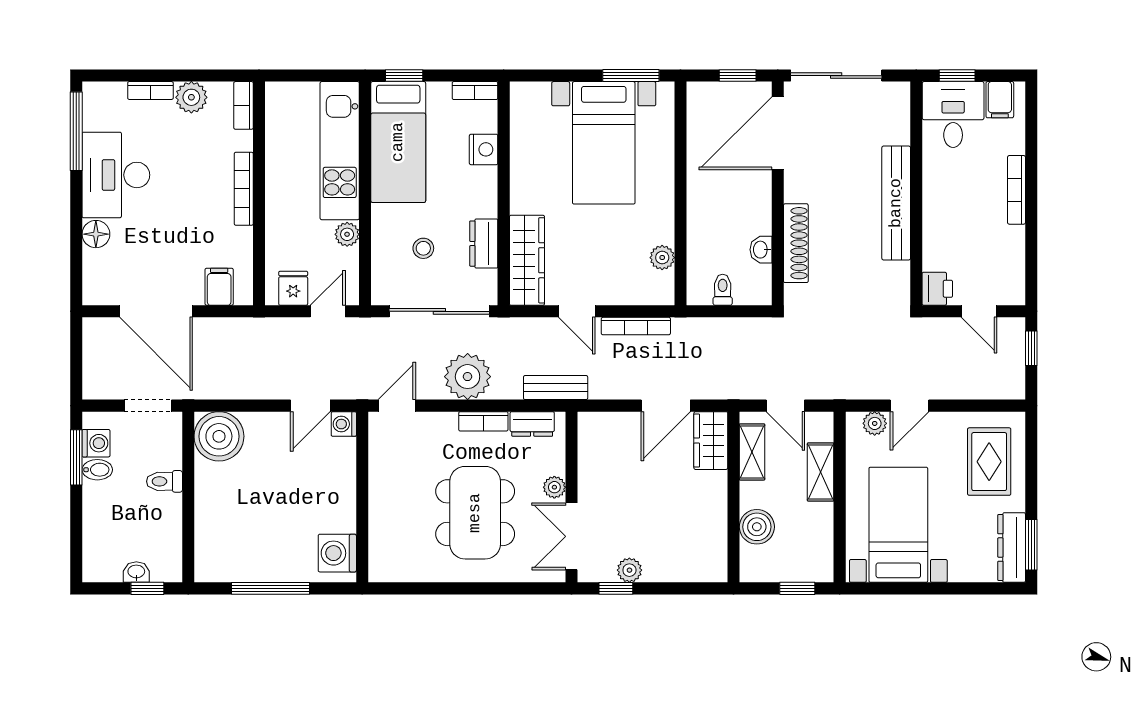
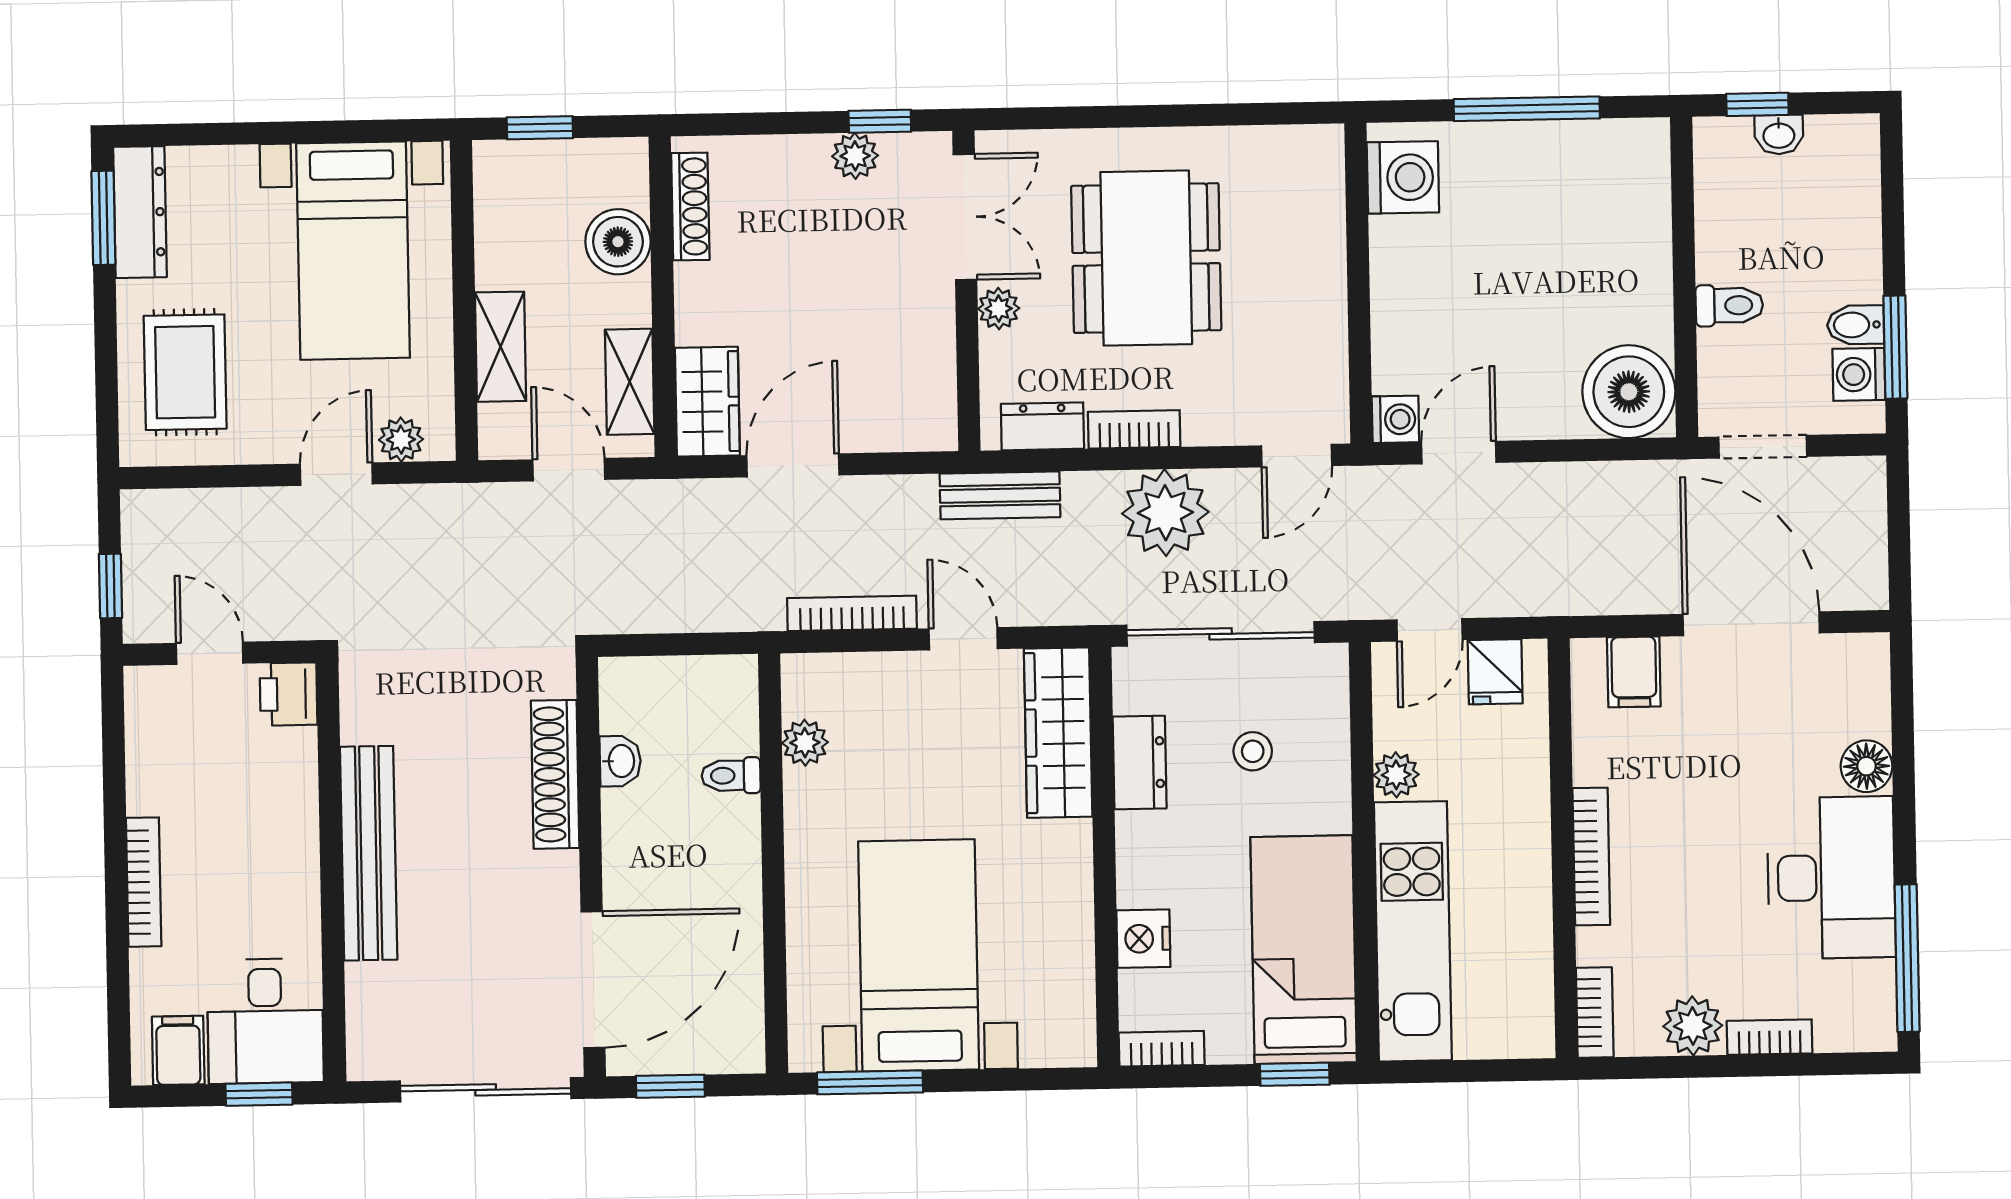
toilet: (723, 290) -> (731, 776), moved, turned 90
shoe rack: (718, 545) -> (690, 207), added

